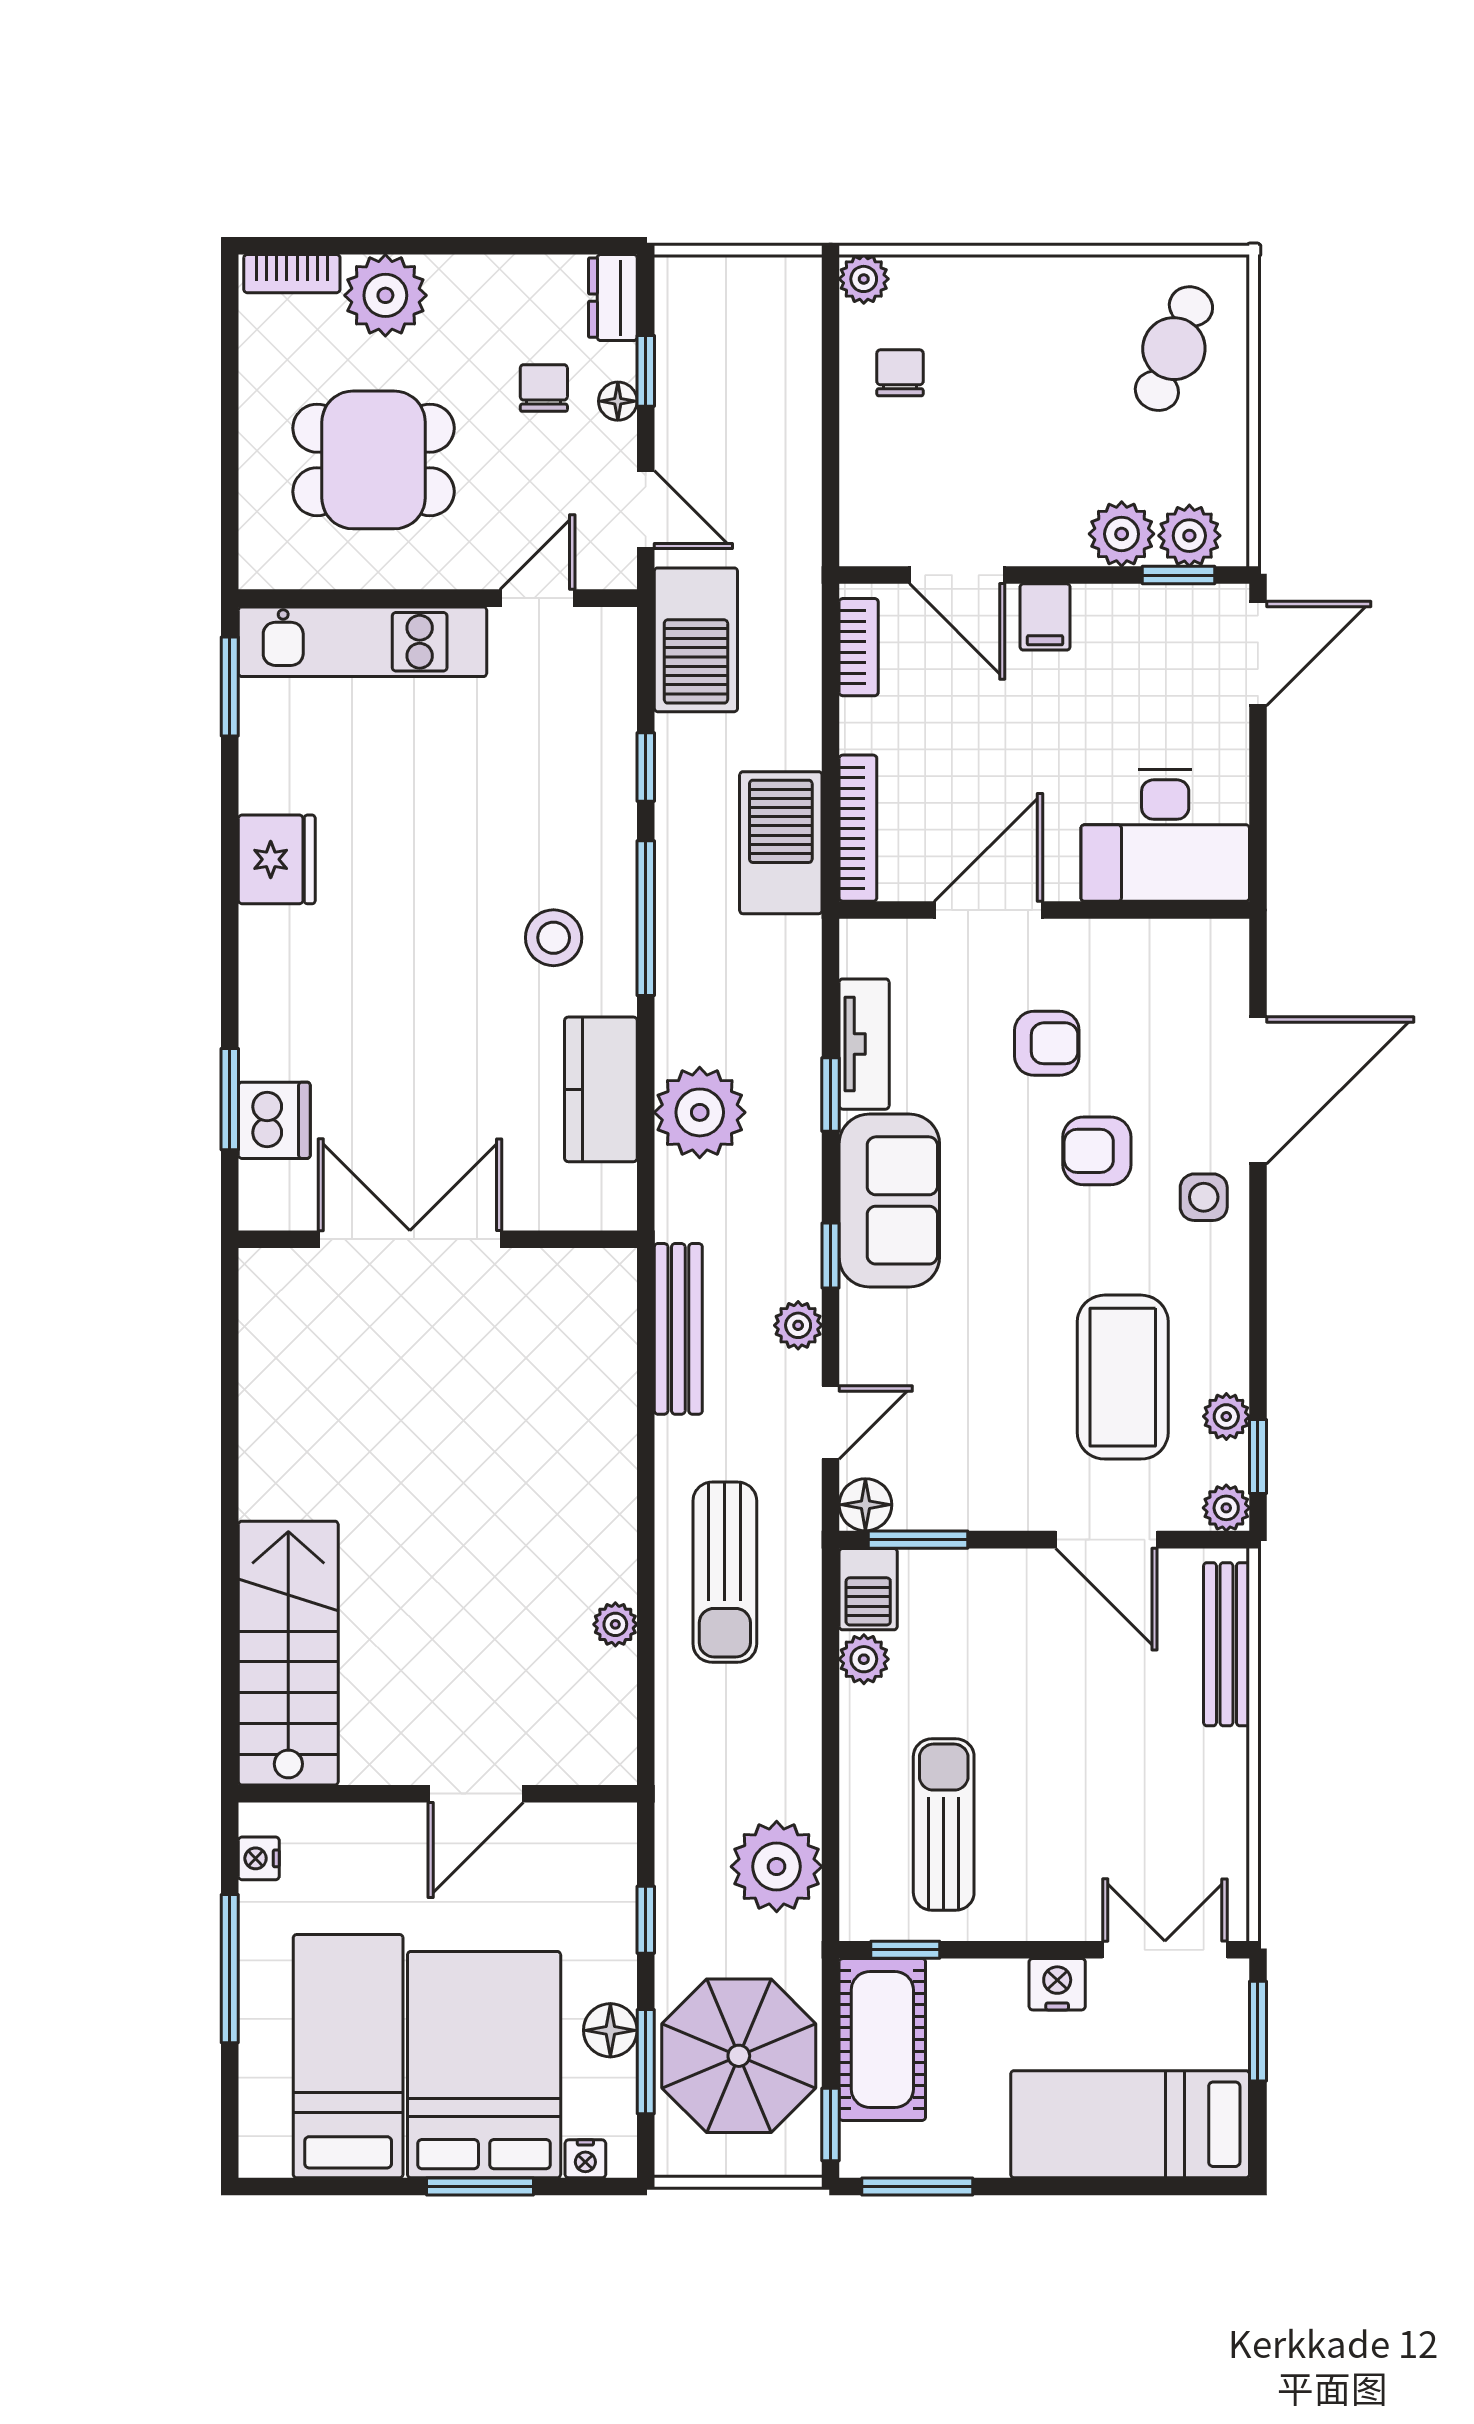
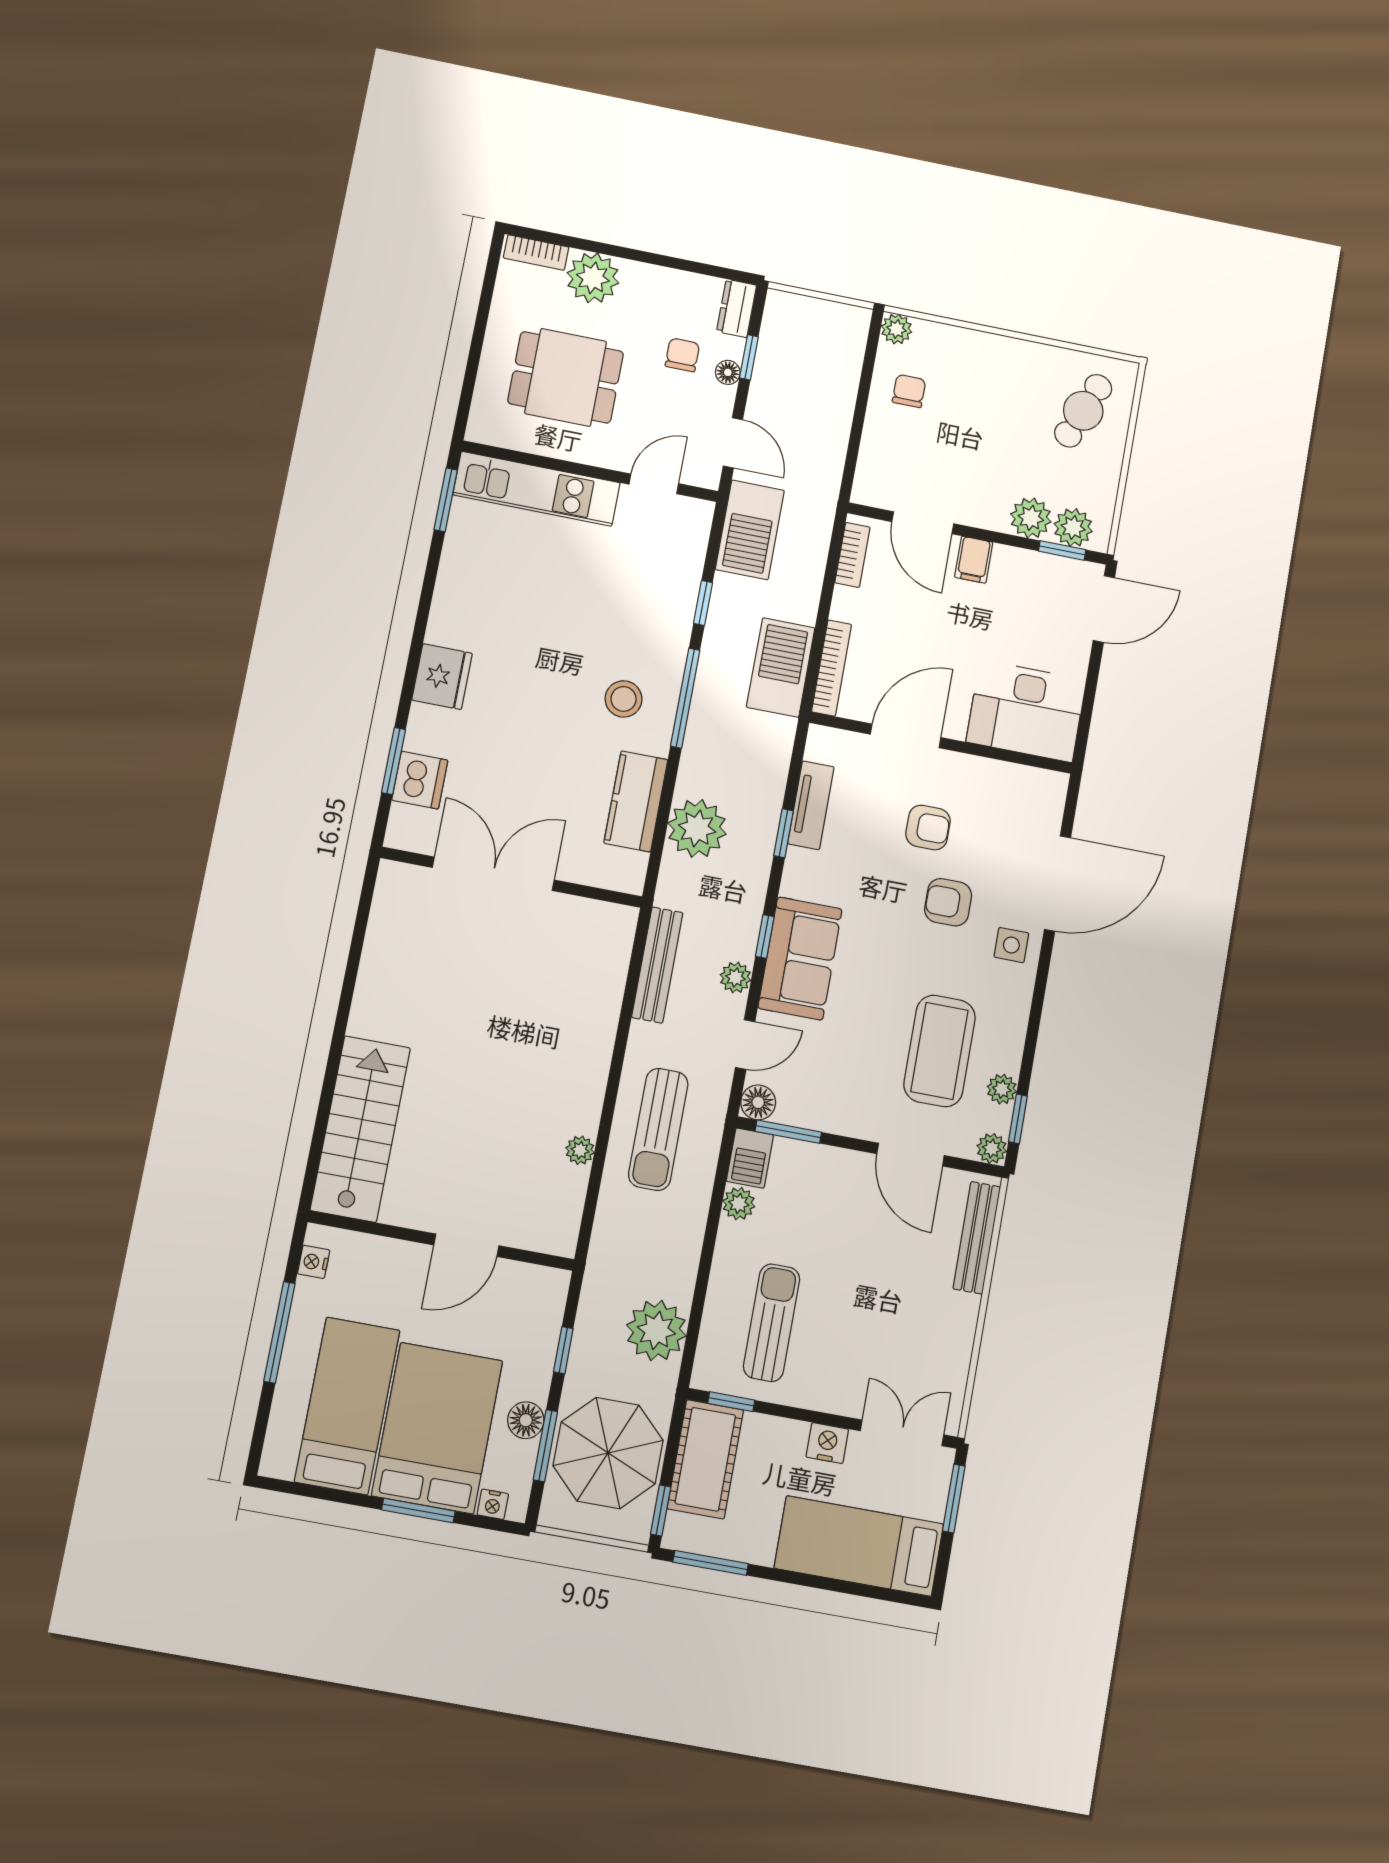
fridge: (277, 859) -> (442, 677), moved
sofa: (889, 1200) -> (800, 959), moved

